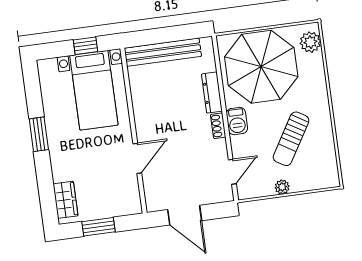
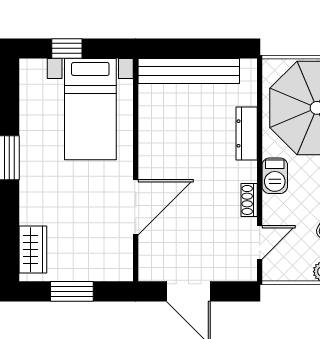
window: (85, 46) -> (67, 48), moved
shoe rack: (218, 126) -> (249, 200), moved
door: (137, 158) -> (136, 207), width x1.36

